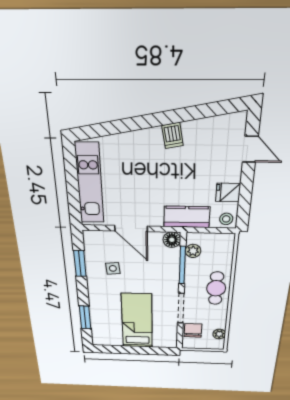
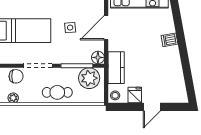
dishwasher: (172, 135) -> (169, 40), moved
door: (250, 149) -> (152, 107), moved
plant: (193, 251) -> (89, 78), width x1.88, depth x1.88
side table: (113, 268) -> (70, 28), moved

